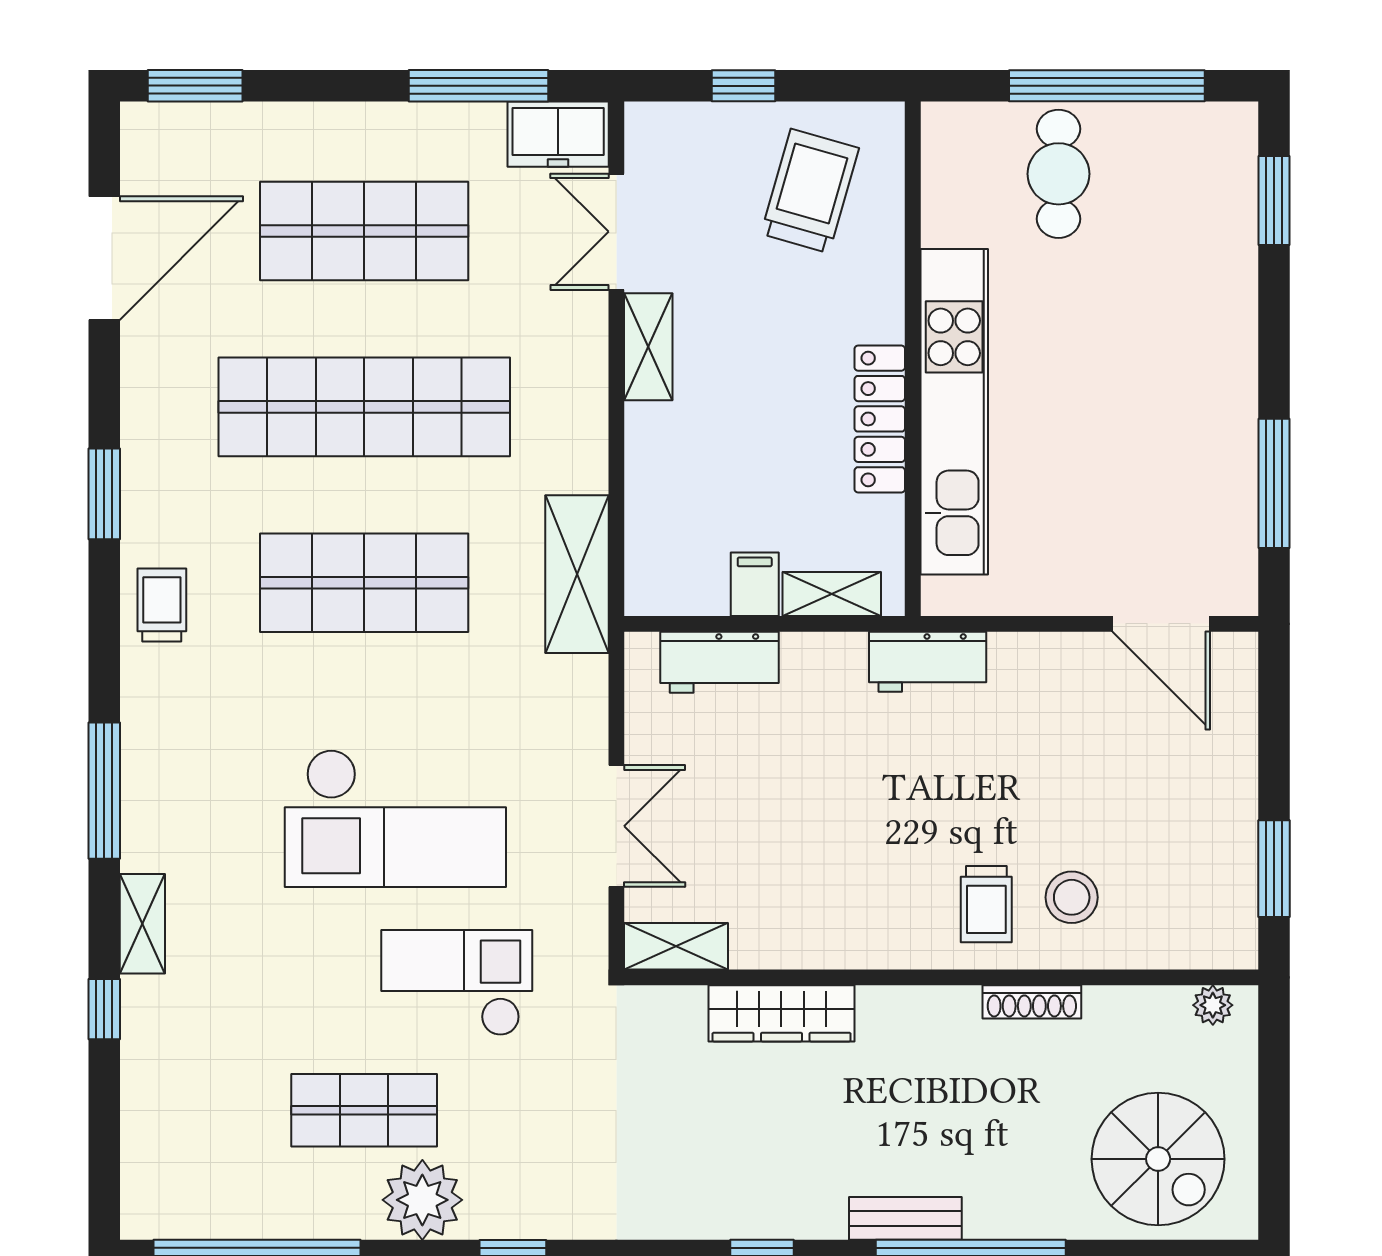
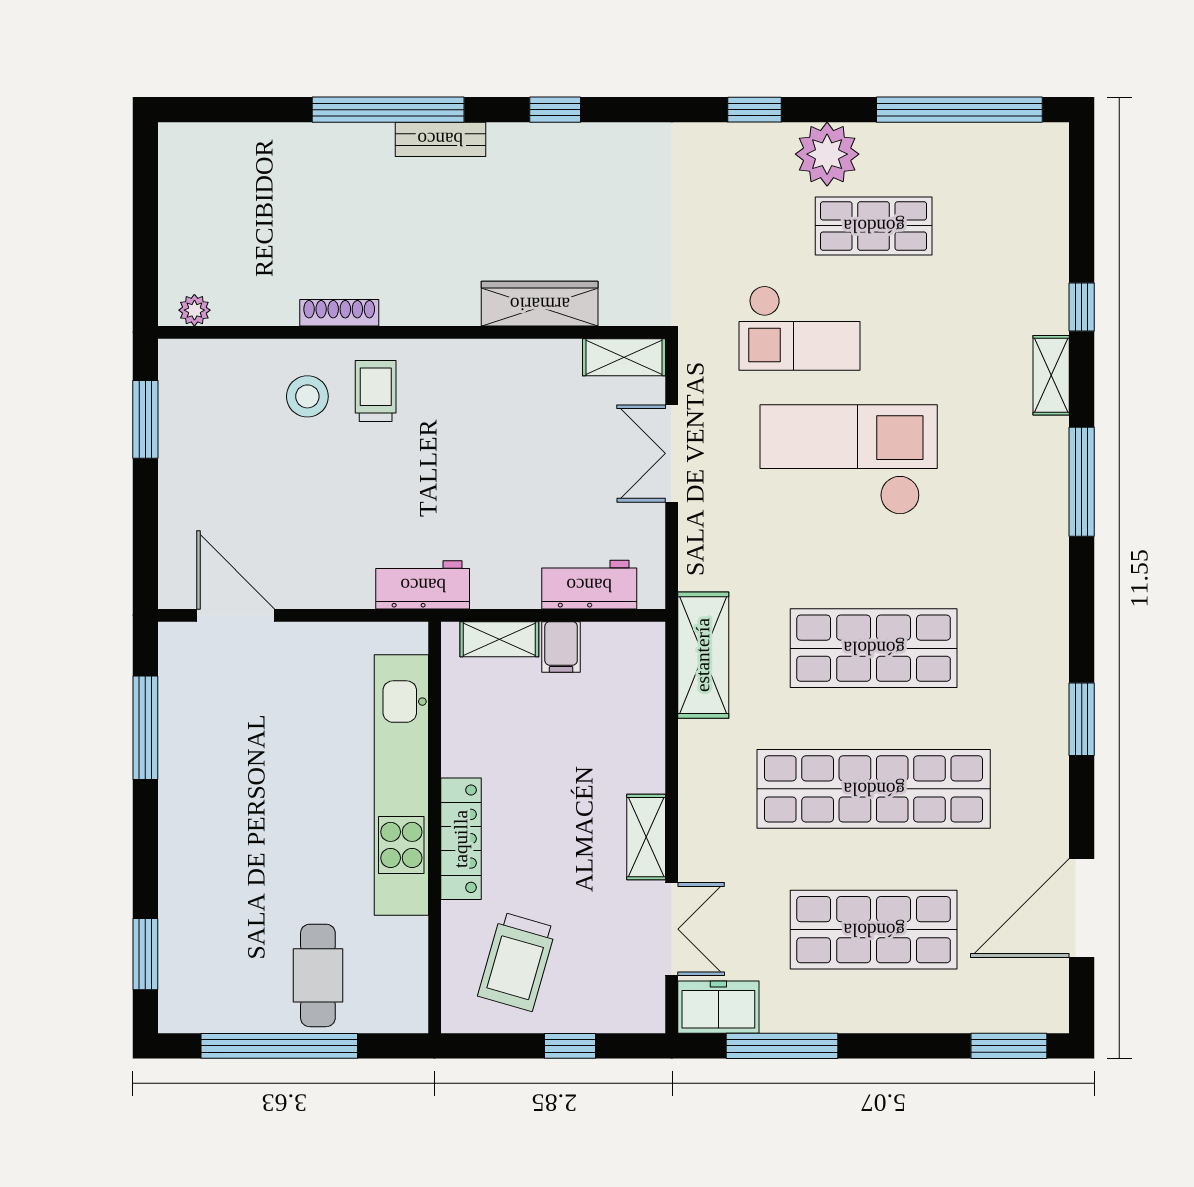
locker: (880, 419) -> (461, 839), moved
trolley: (162, 605) -> (1035, 630), removed
spiral stairs: (1158, 1159) -> (238, 187), removed

